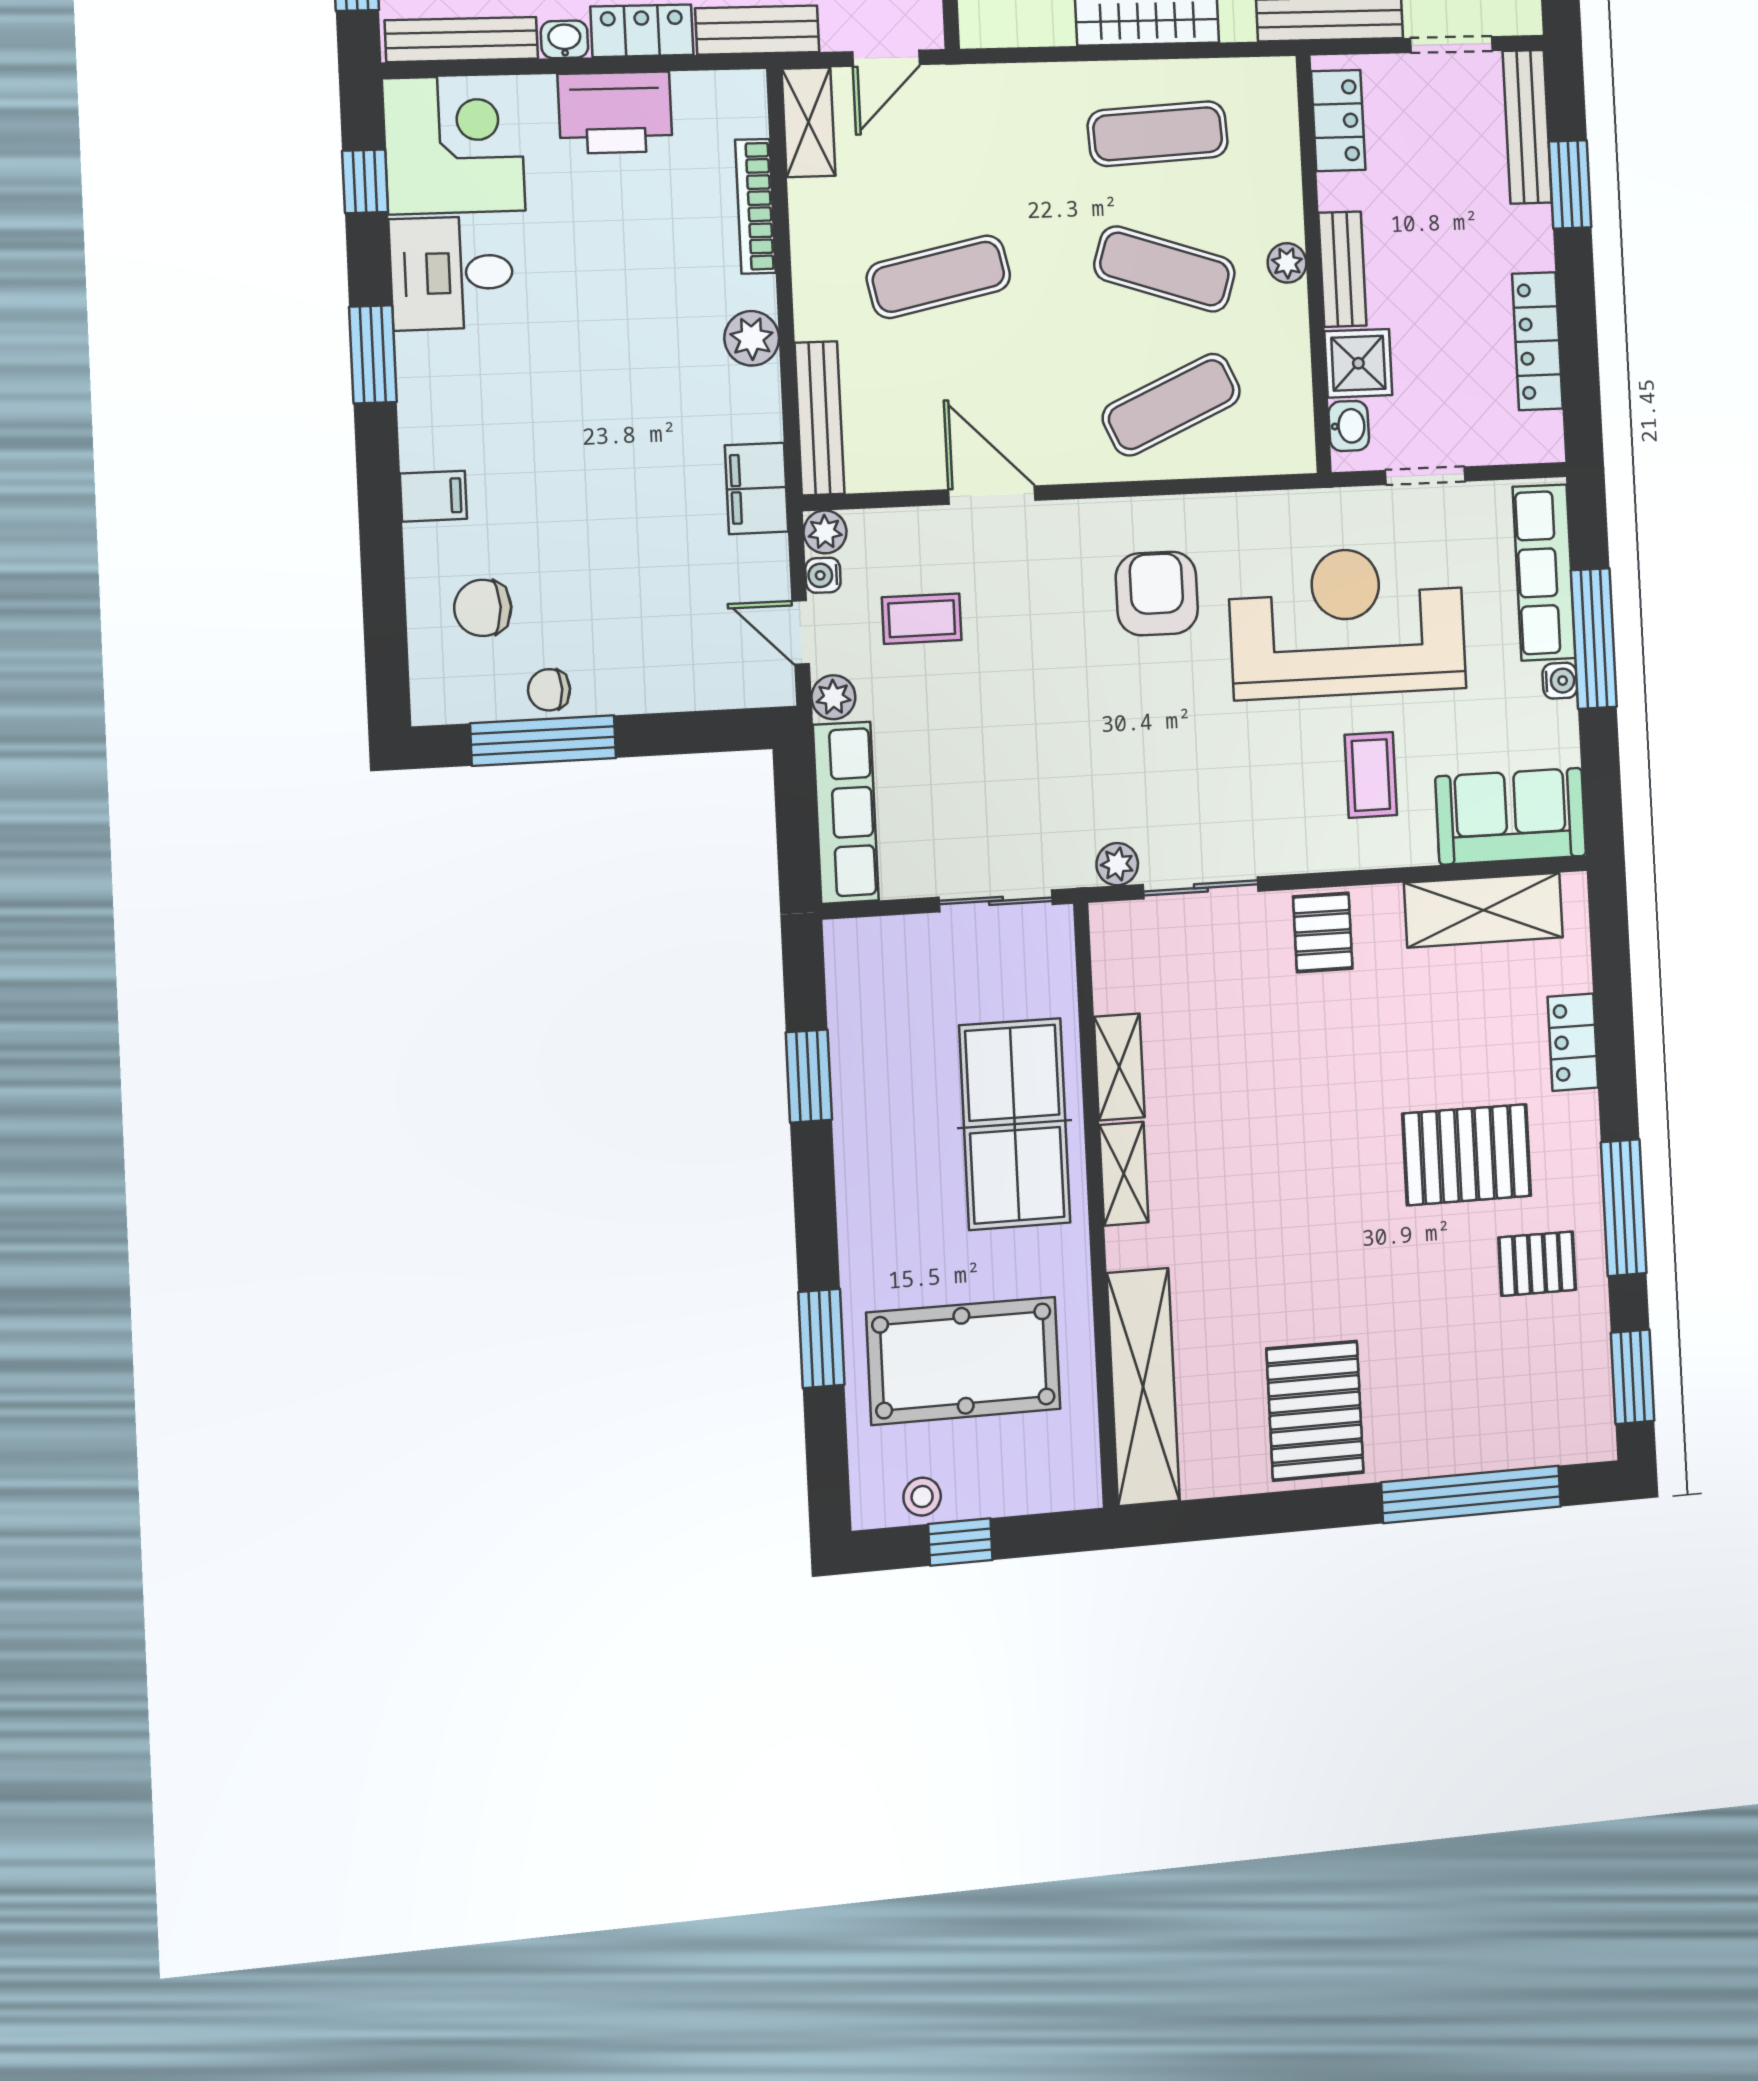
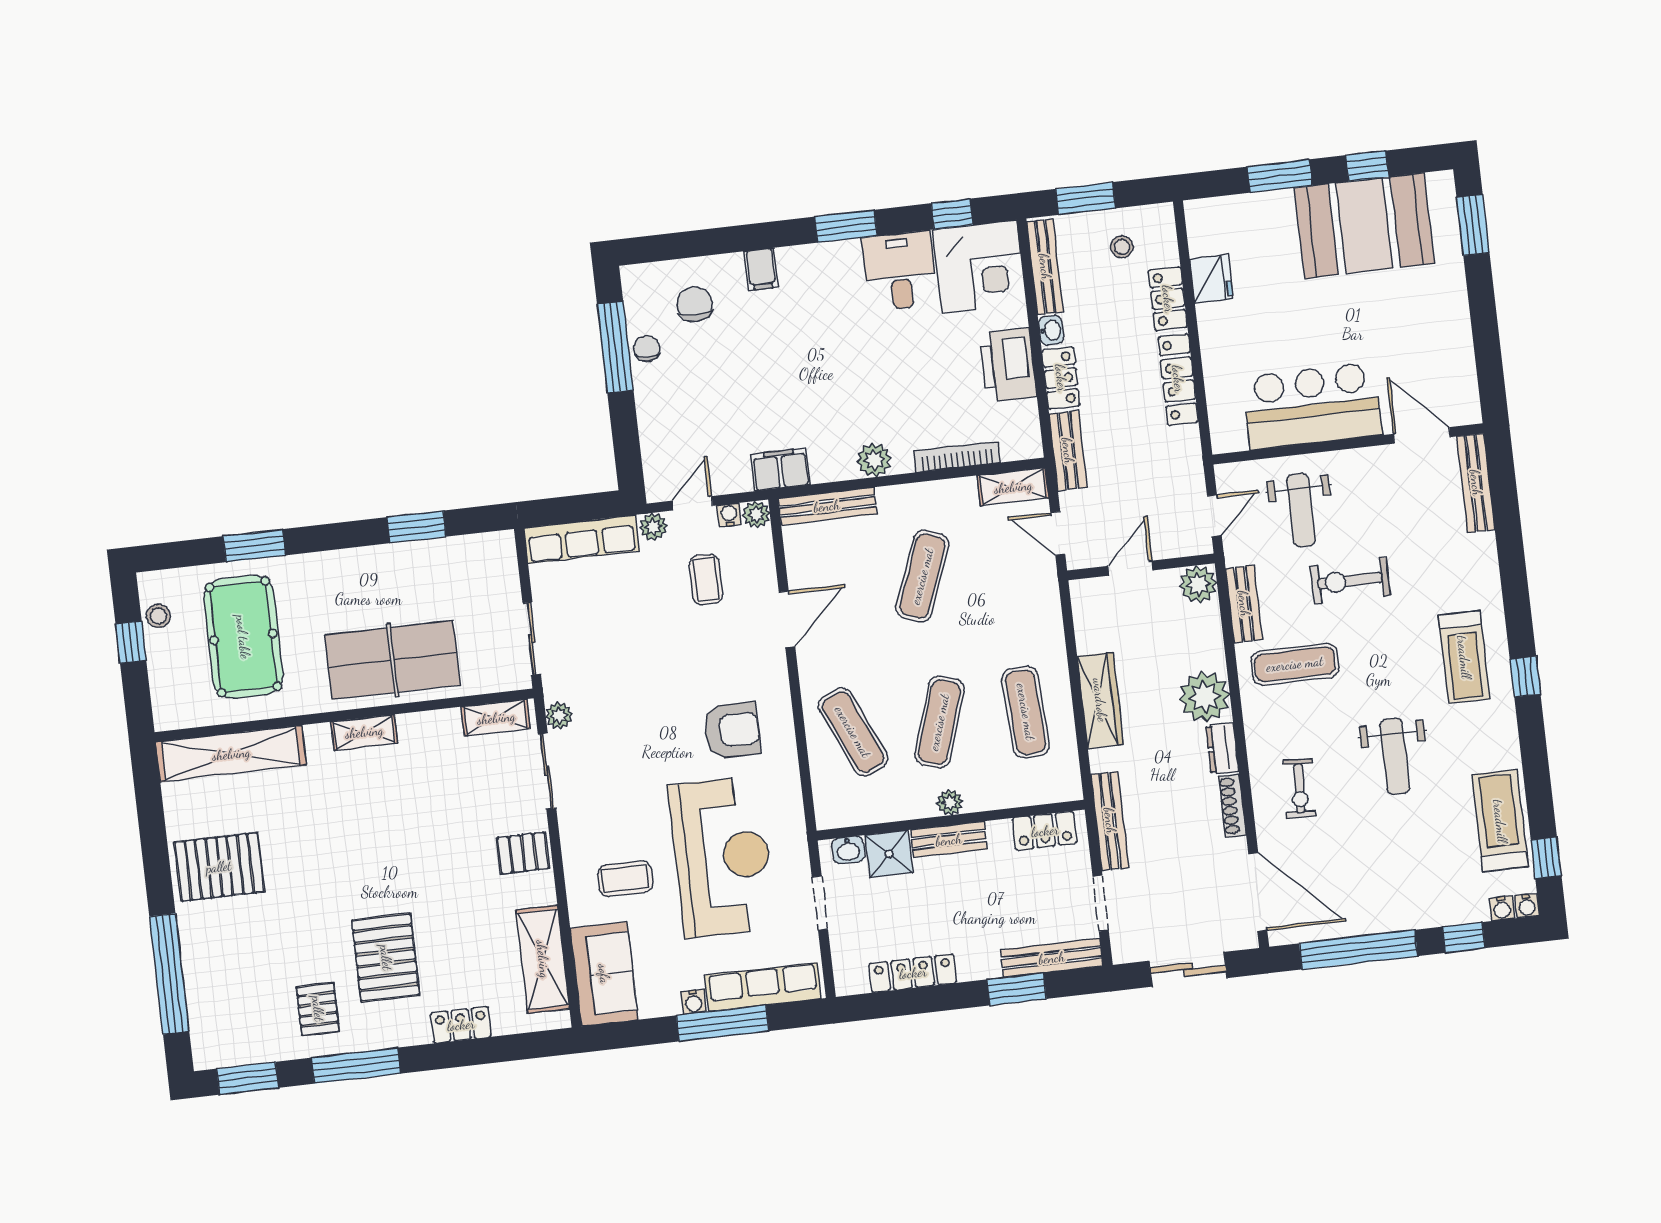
exercise mat: (938, 277) -> (922, 576), turned 33
shelving: (1119, 1067) -> (496, 718), moved

